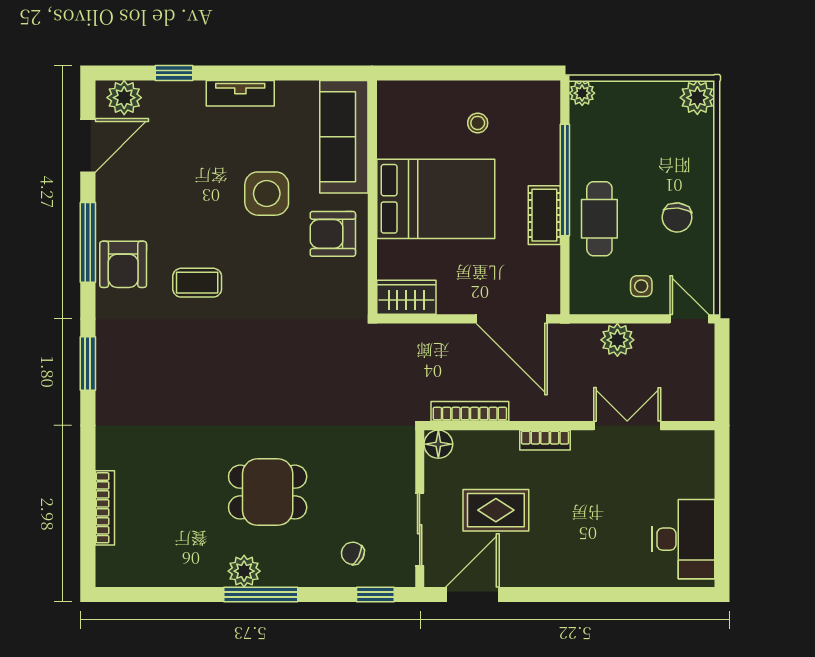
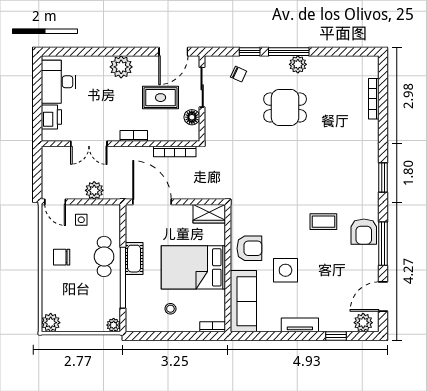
bookcase: (400, 90) -> (213, 327), added
chair: (677, 217) -> (62, 257), turned -96
armchair: (123, 264) -> (364, 232), turned 180
floor lamp: (438, 444) -> (192, 117), moved
printer: (696, 475) -> (51, 117), added
plant: (568, 566) -> (121, 67), added
window: (375, 594) -> (250, 52), moved

